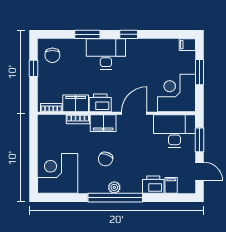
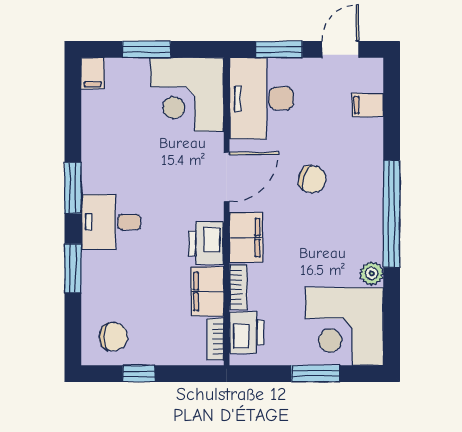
window: (129, 34) -> (73, 188), width x1.50
desk: (106, 54) -> (111, 222), width x0.73
door: (134, 113) -> (227, 177), swing flipped
window: (33, 159) -> (316, 374), added
chair: (106, 159) -> (312, 179), moved
printer: (153, 185) -> (247, 333), moved, turned 180
plant: (114, 187) -> (372, 273), moved

